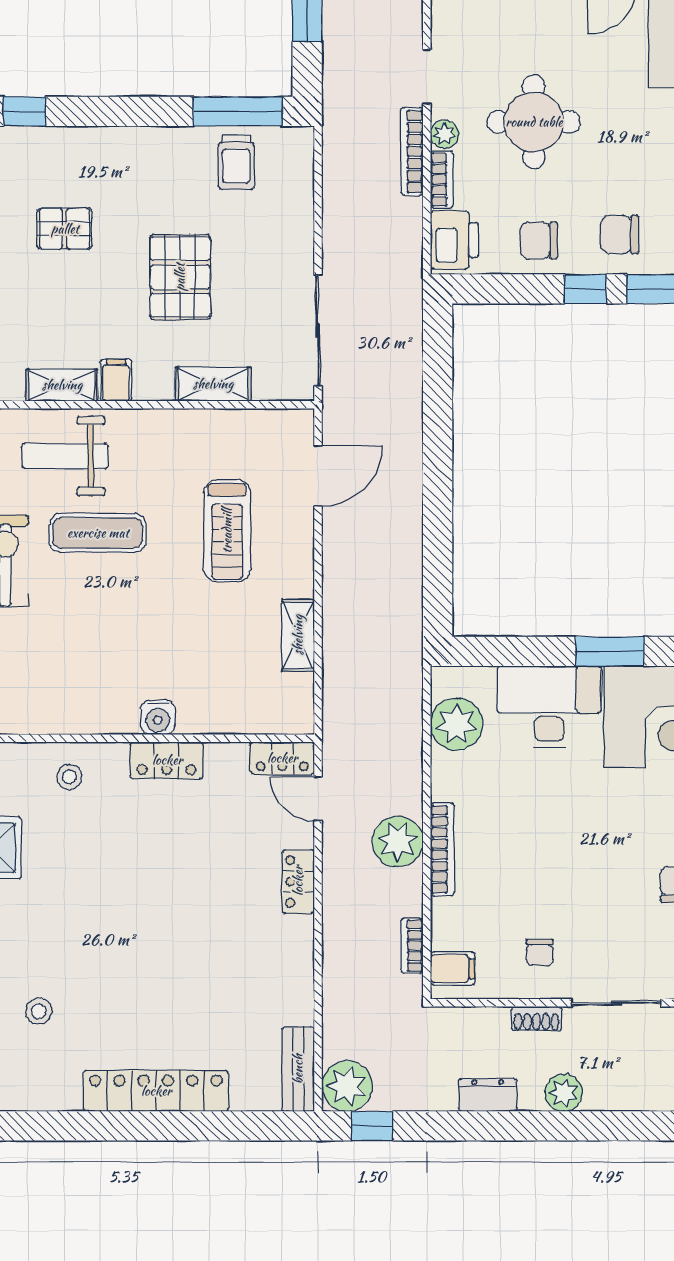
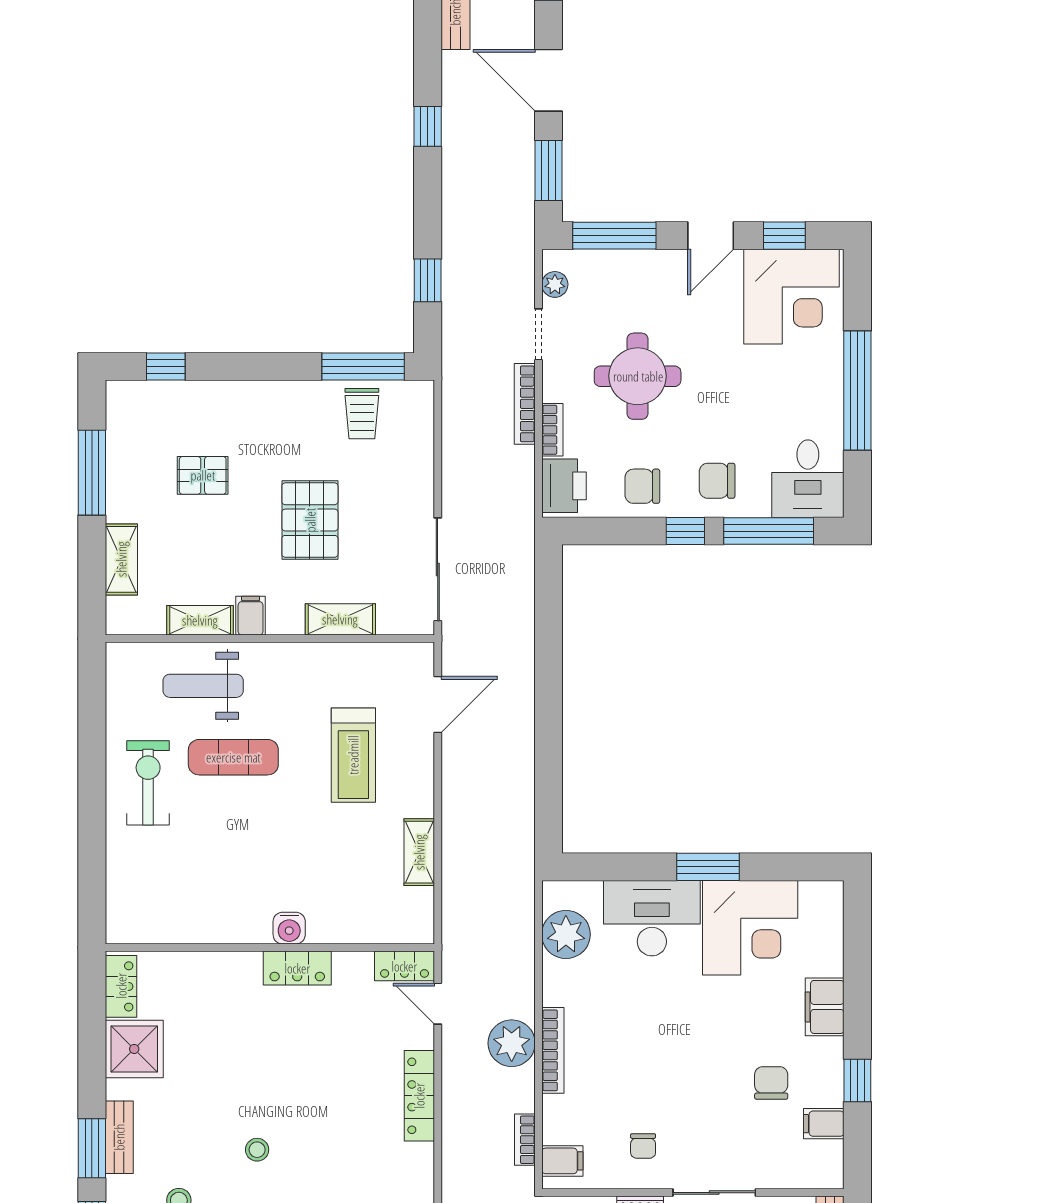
plant: (444, 134) -> (555, 284), moved
stool: (69, 777) -> (257, 1150), moved
locker: (298, 881) -> (419, 1096), width x1.53

